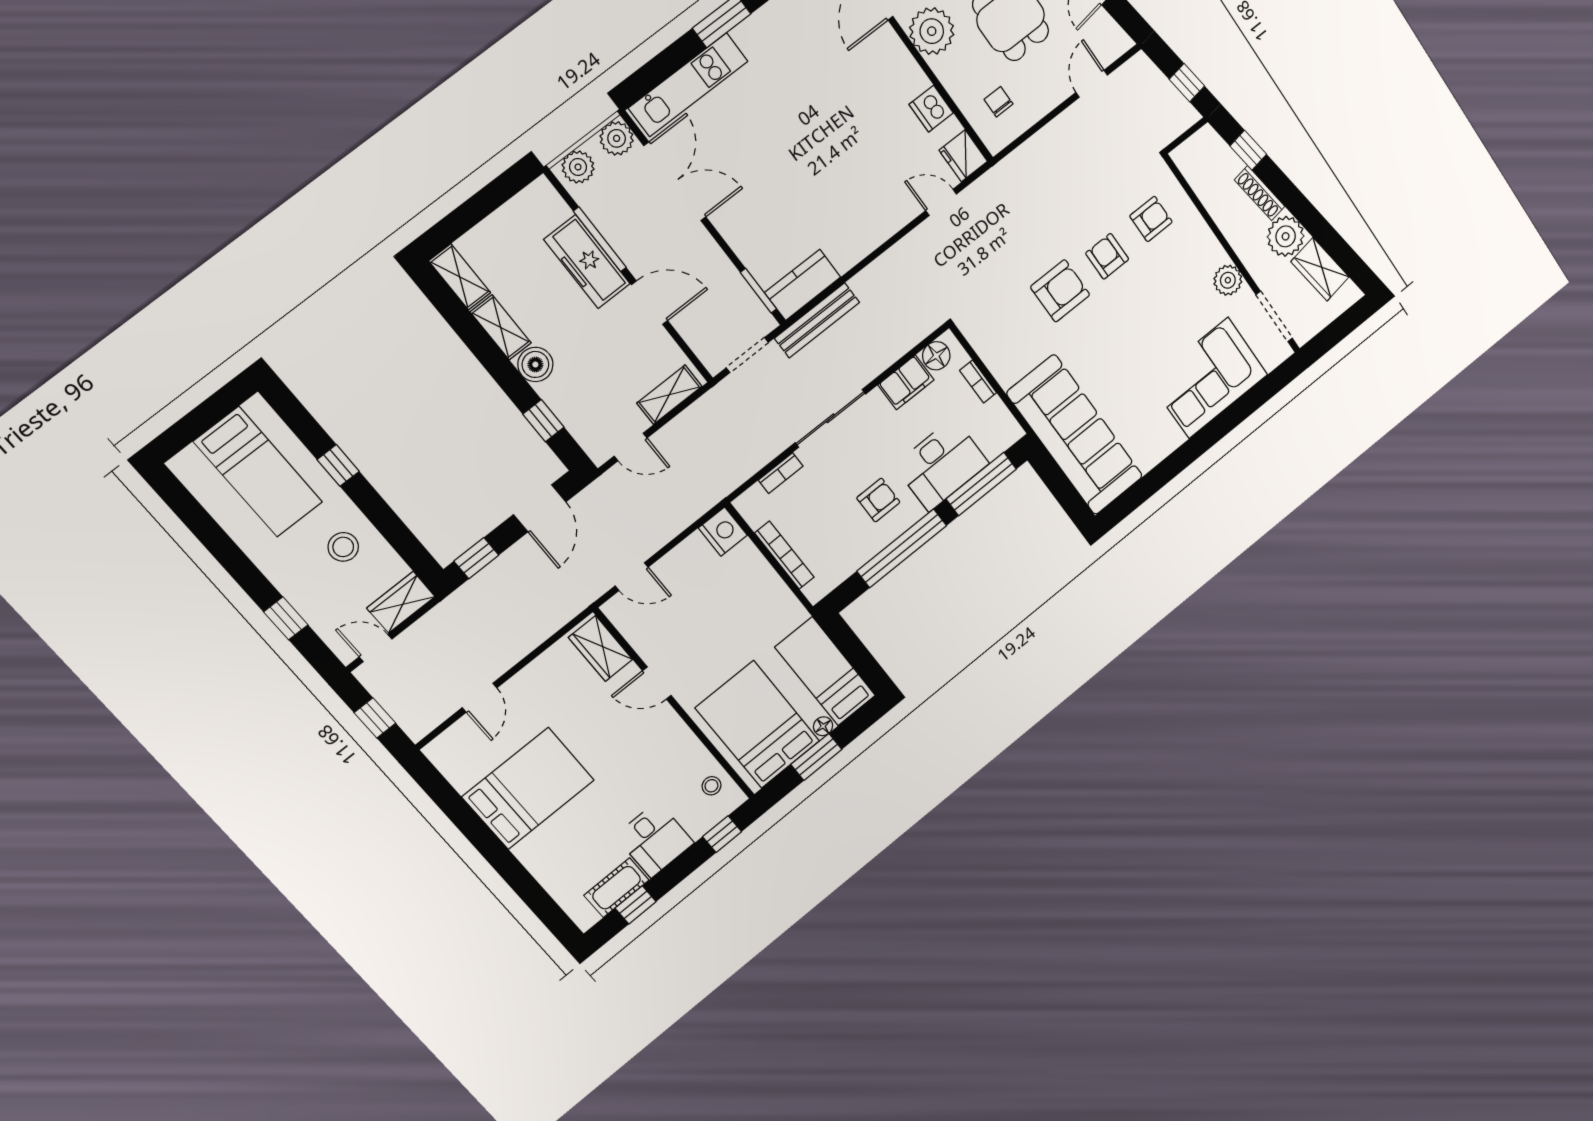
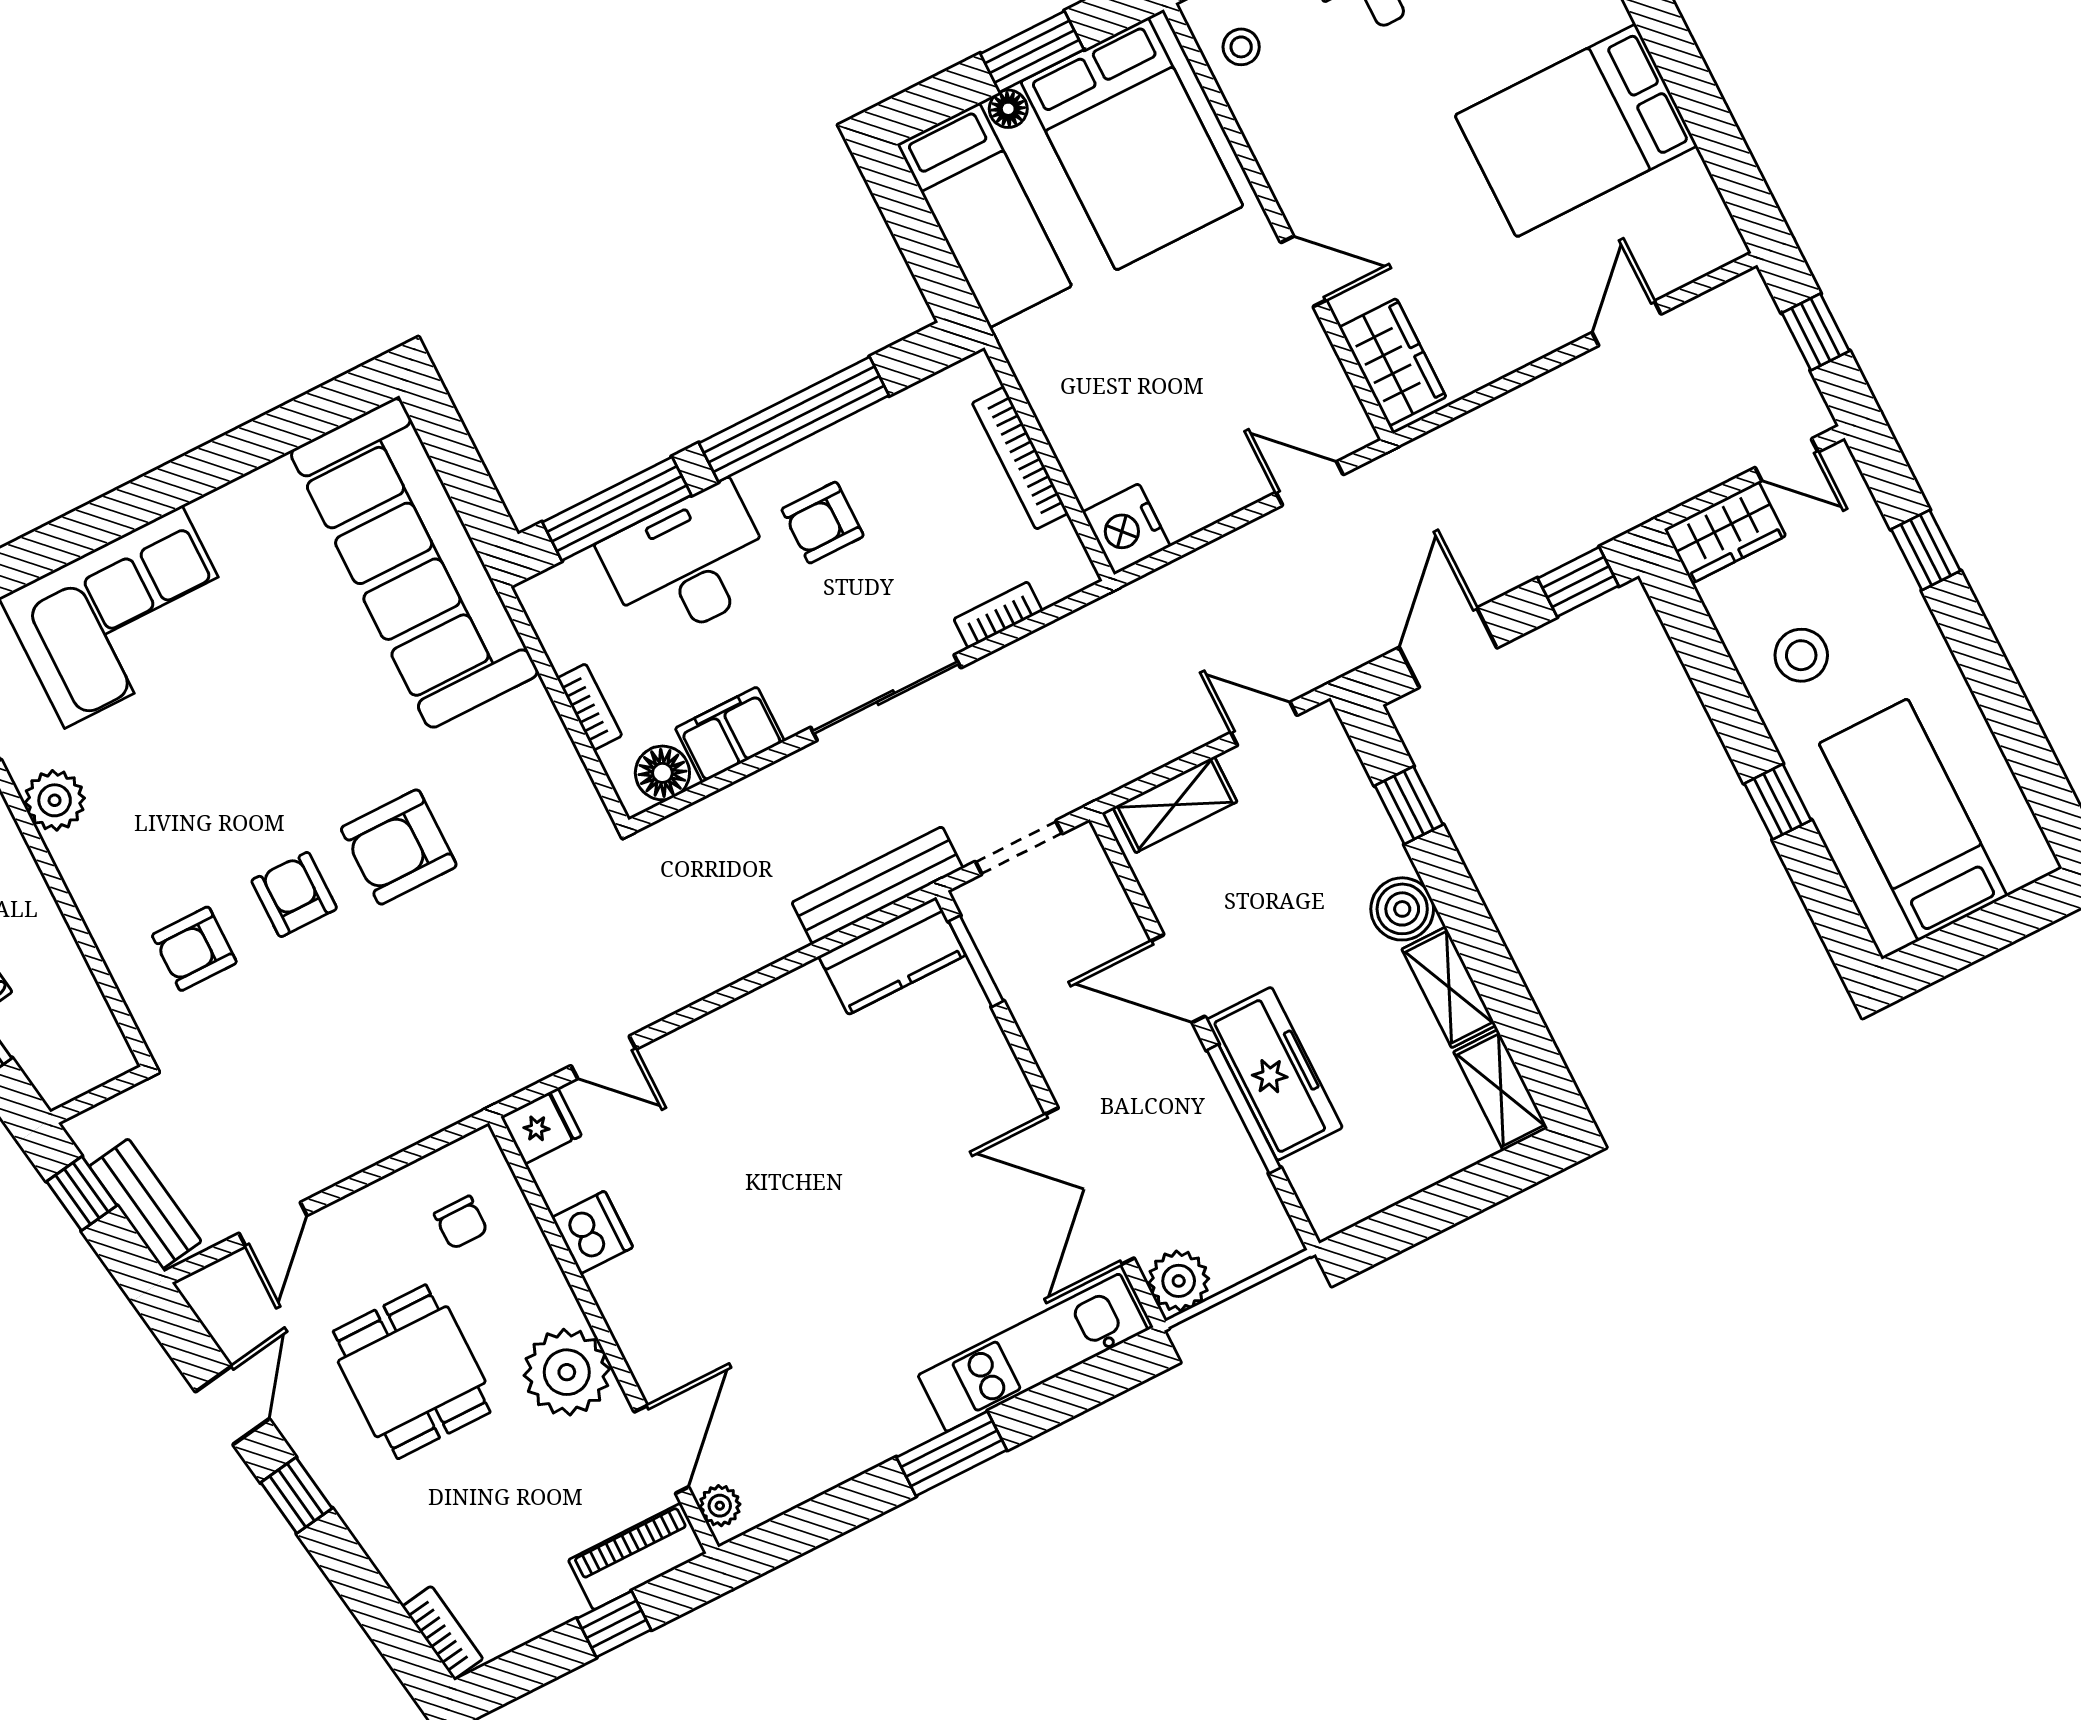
bench: (1156, 83) -> (145, 1204), added
fridge: (963, 156) -> (541, 1126), width x0.72
plant: (578, 167) -> (1256, 1243), removed
armchair: (1107, 256) -> (294, 895), turned 180

